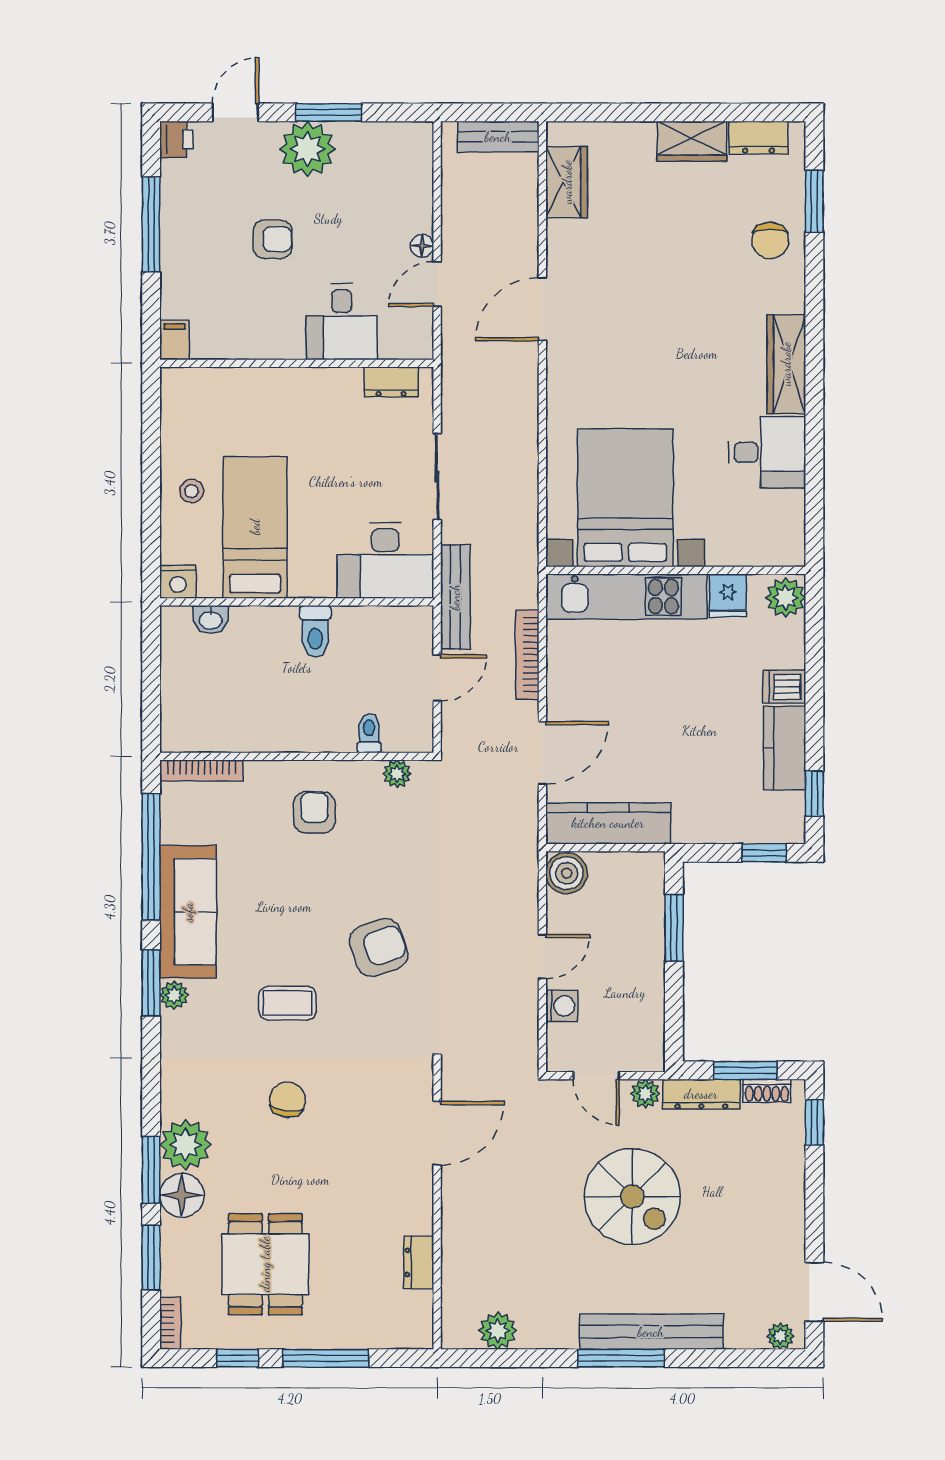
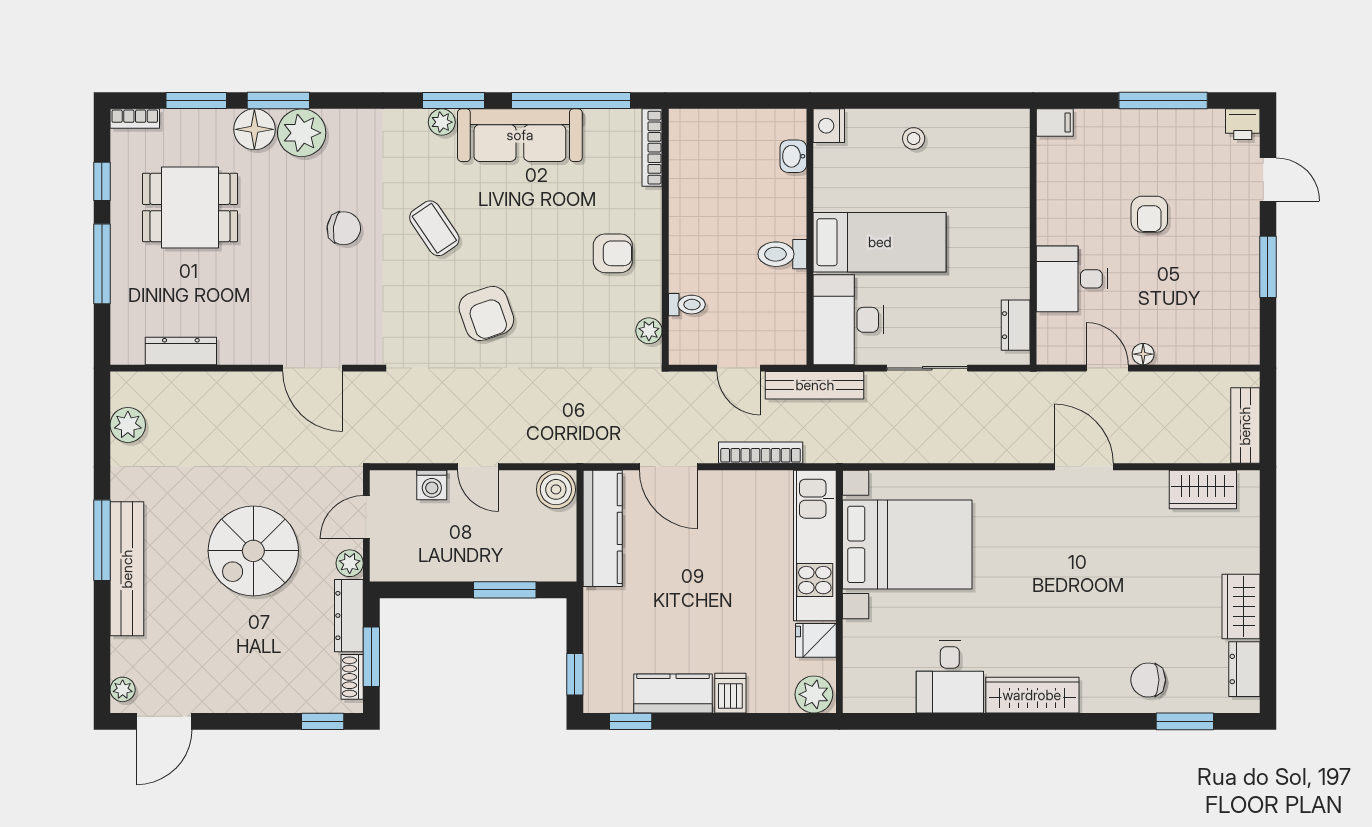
plant: (307, 149) -> (1234, 247), removed
bed: (255, 527) -> (880, 242), moved
coffee table: (288, 1003) -> (434, 228), turned -34
dresser: (419, 1262) -> (181, 351), width x1.44

